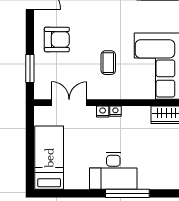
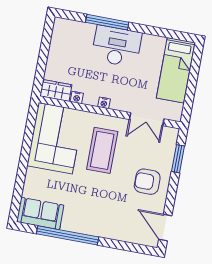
coffee table: (108, 63) -> (102, 150), width x1.86, depth x1.72
nightstand: (103, 111) -> (77, 97), moved

